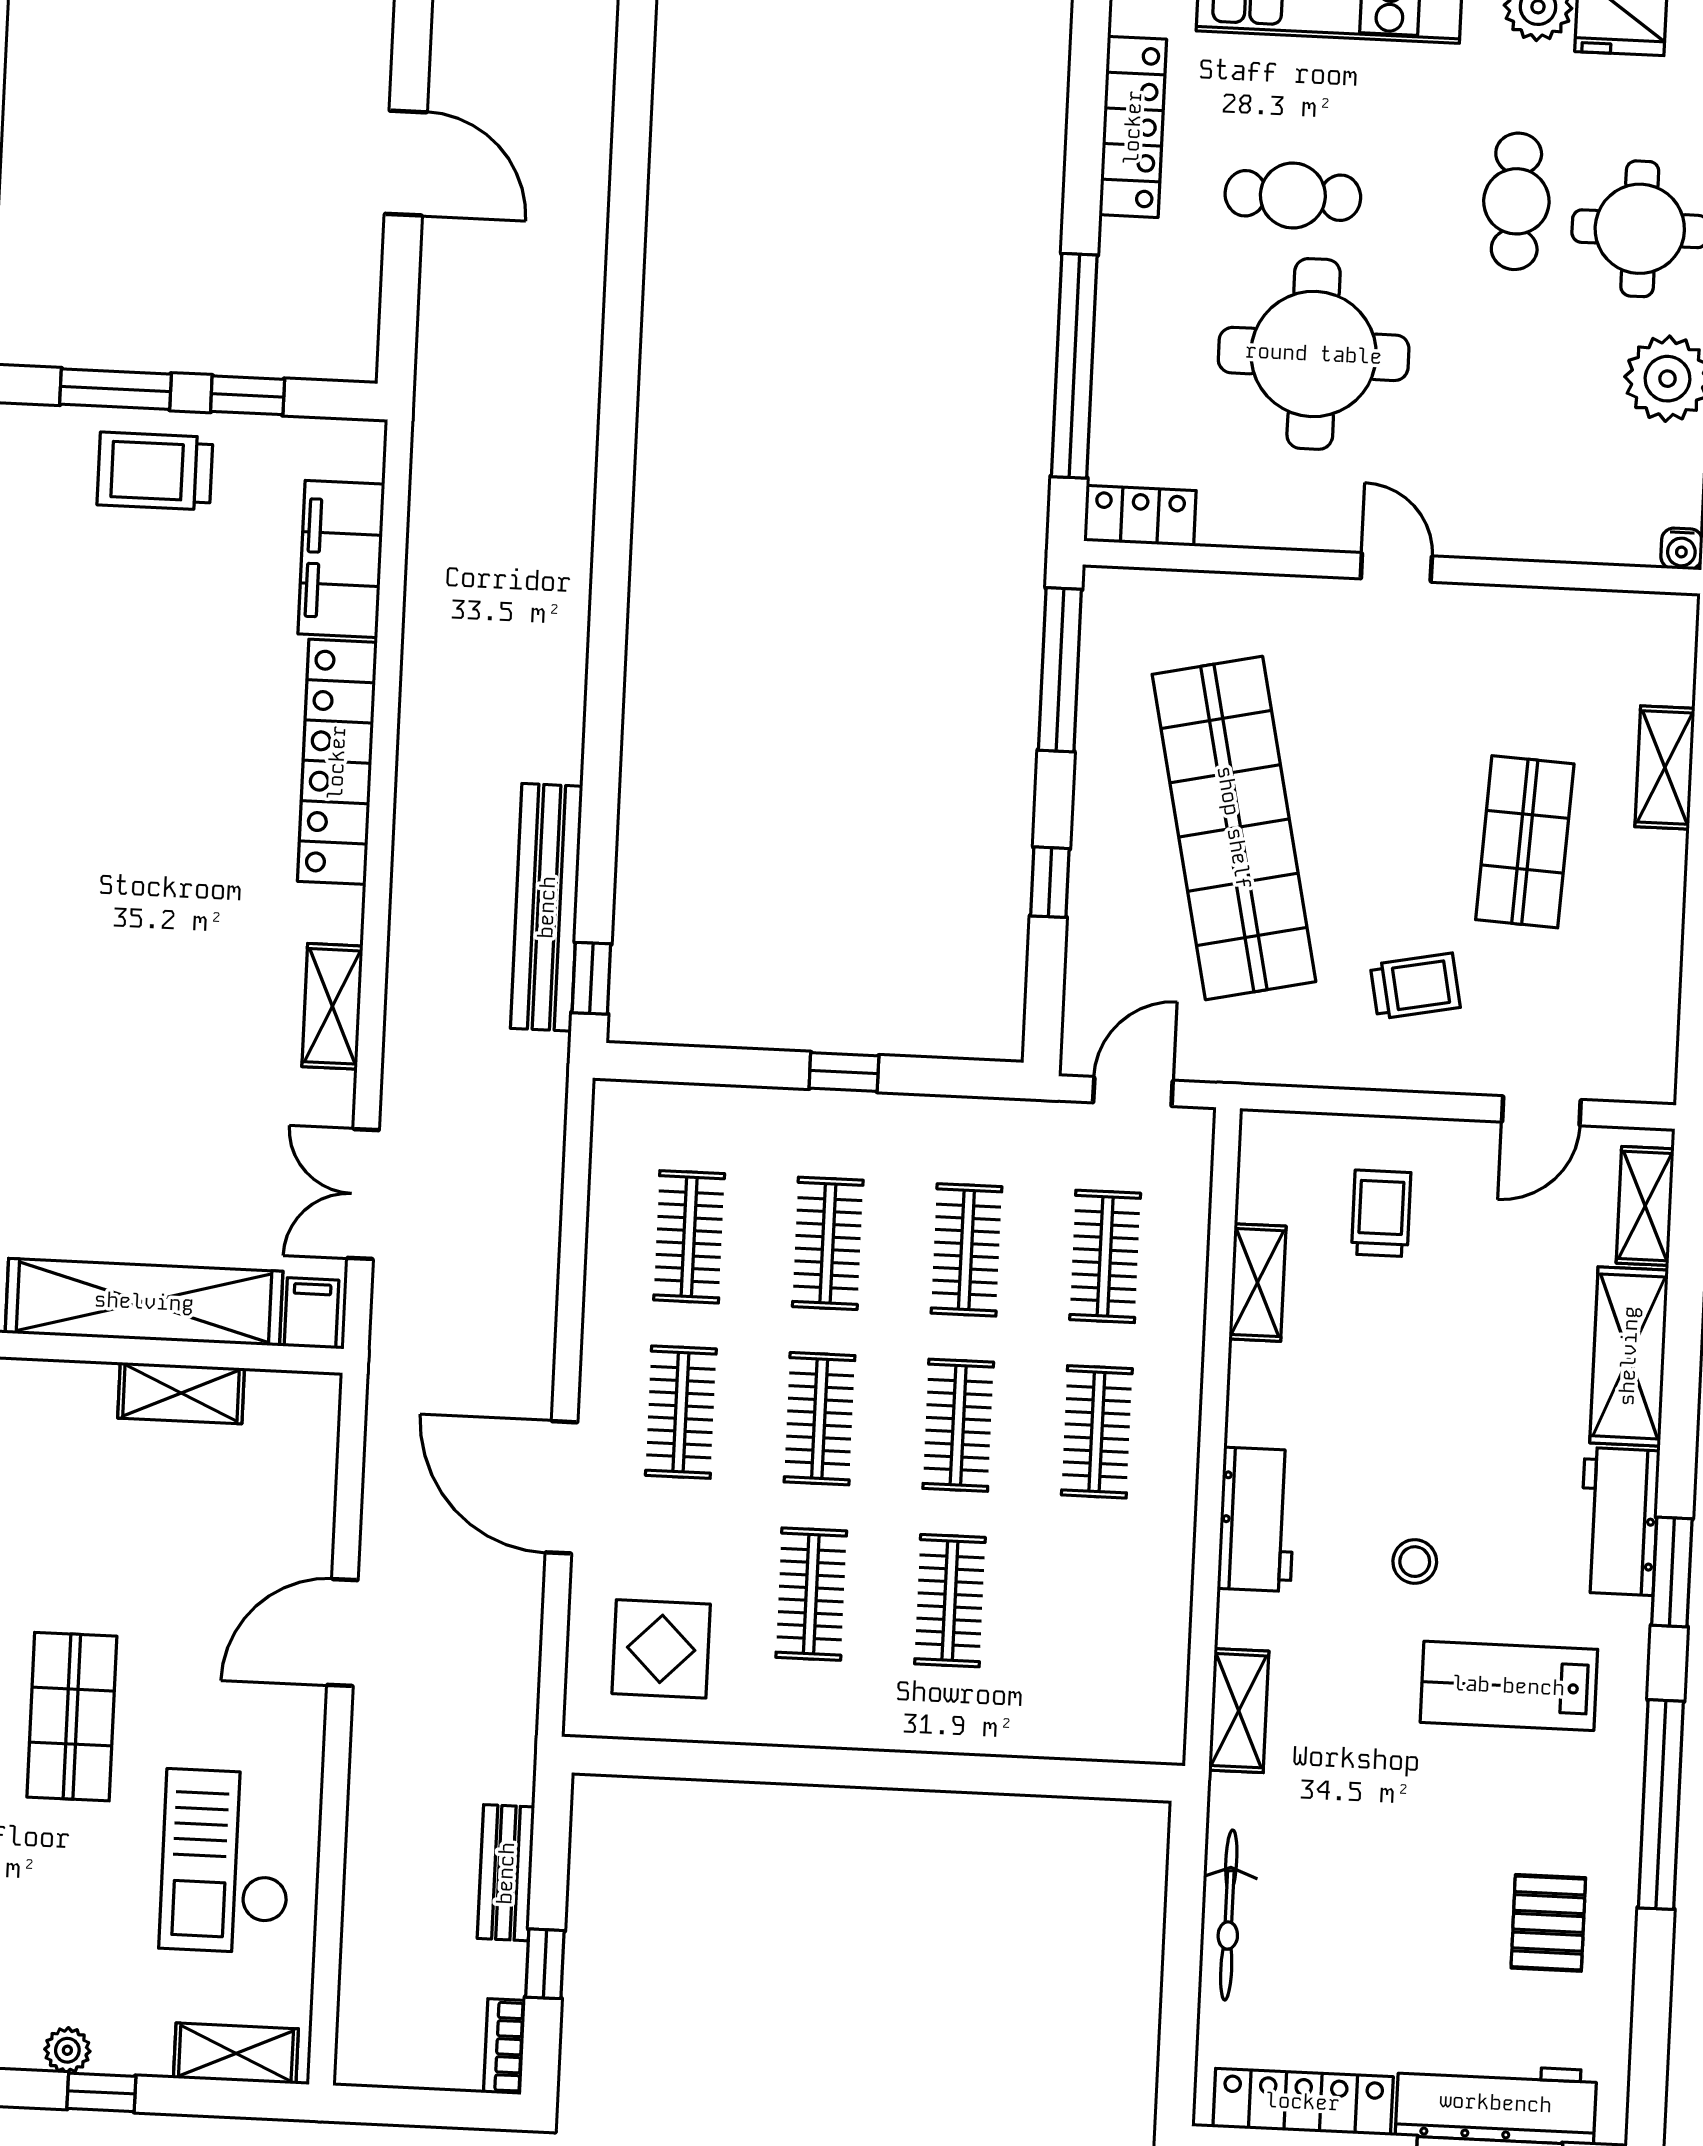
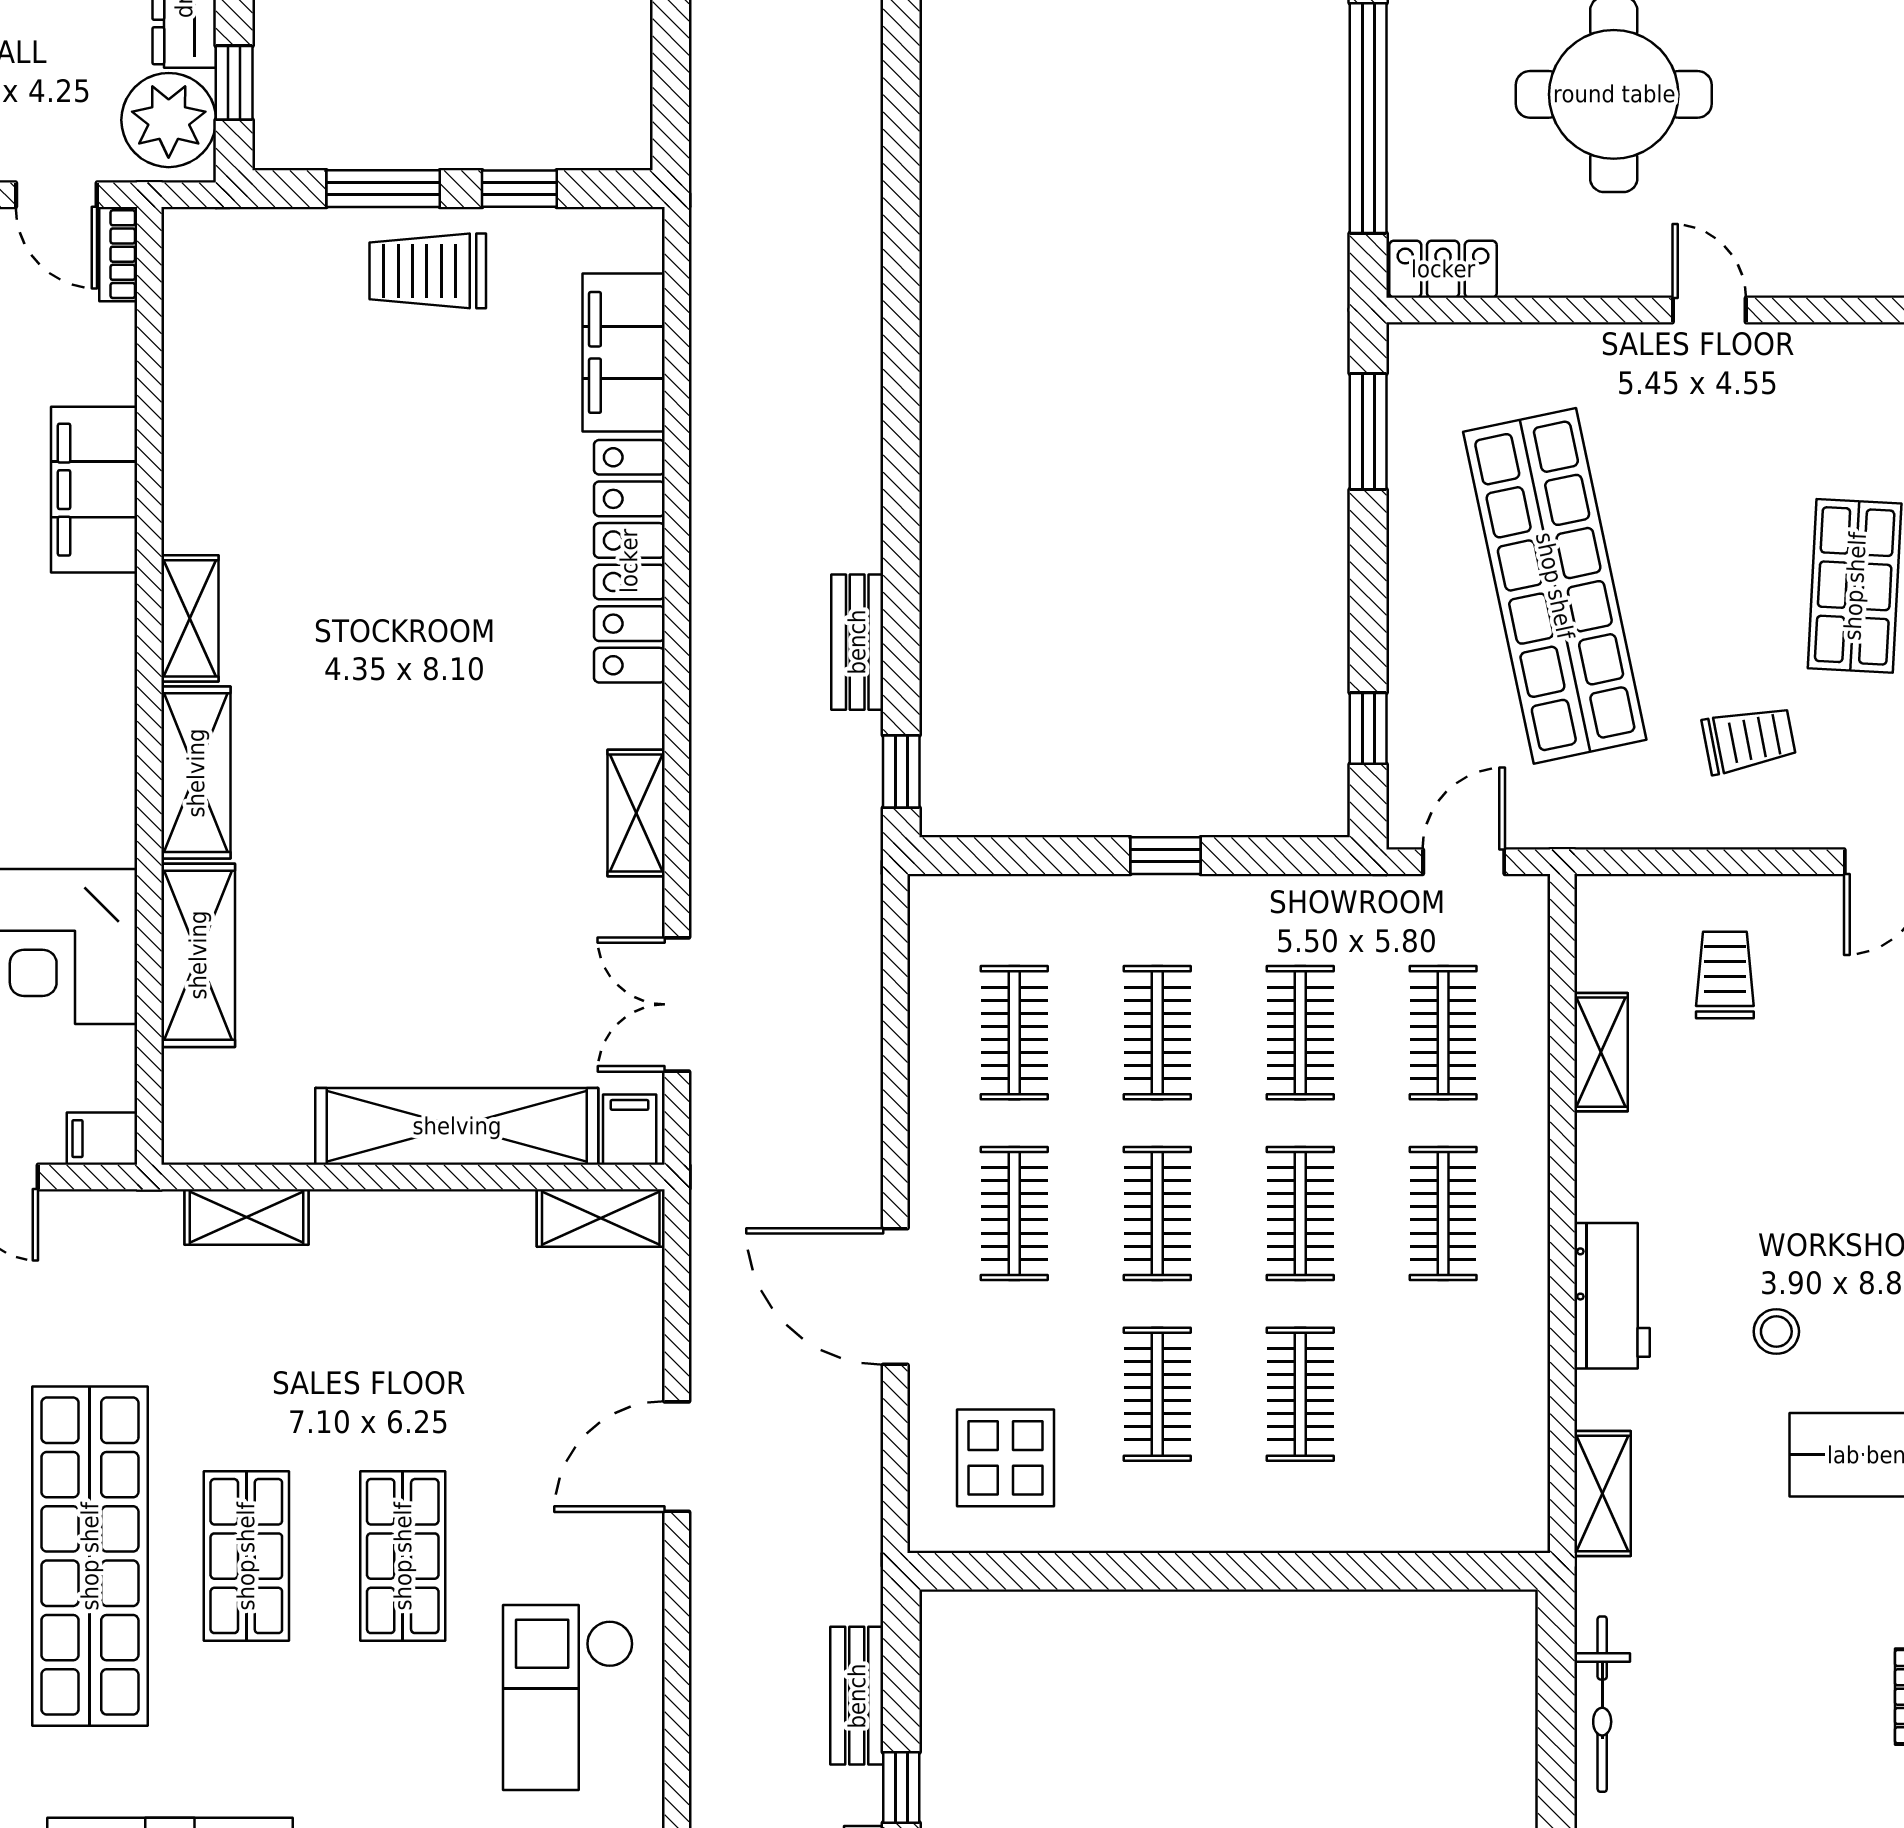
window: (1060, 670) -> (1368, 431), width x0.69
window: (1050, 882) -> (1368, 728), moved
bench: (547, 907) -> (857, 642), width x0.54, depth x0.82
shelving: (181, 1393) -> (601, 1218), moved

